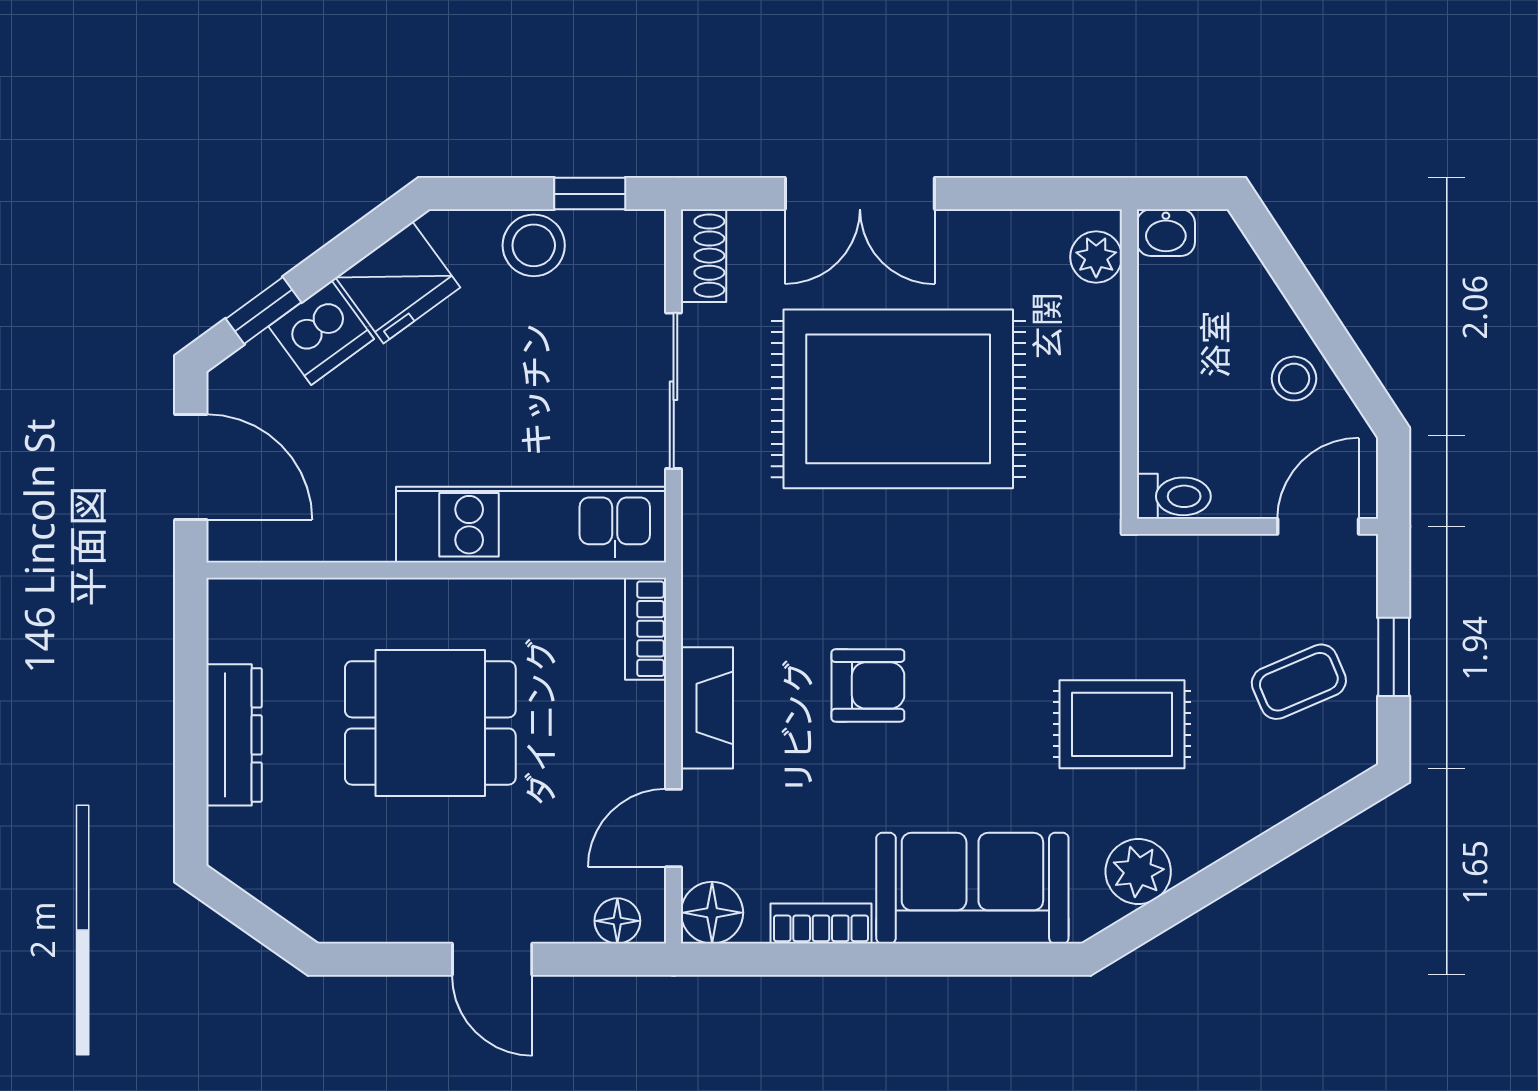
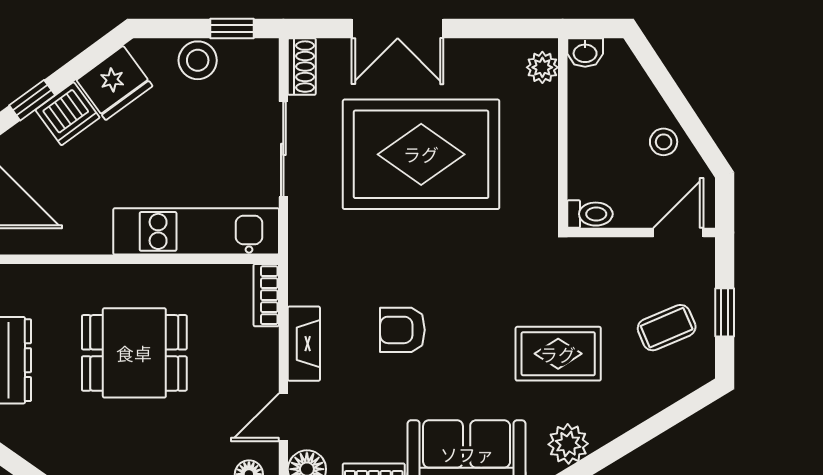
armchair: (868, 685) -> (402, 330), turned 180

